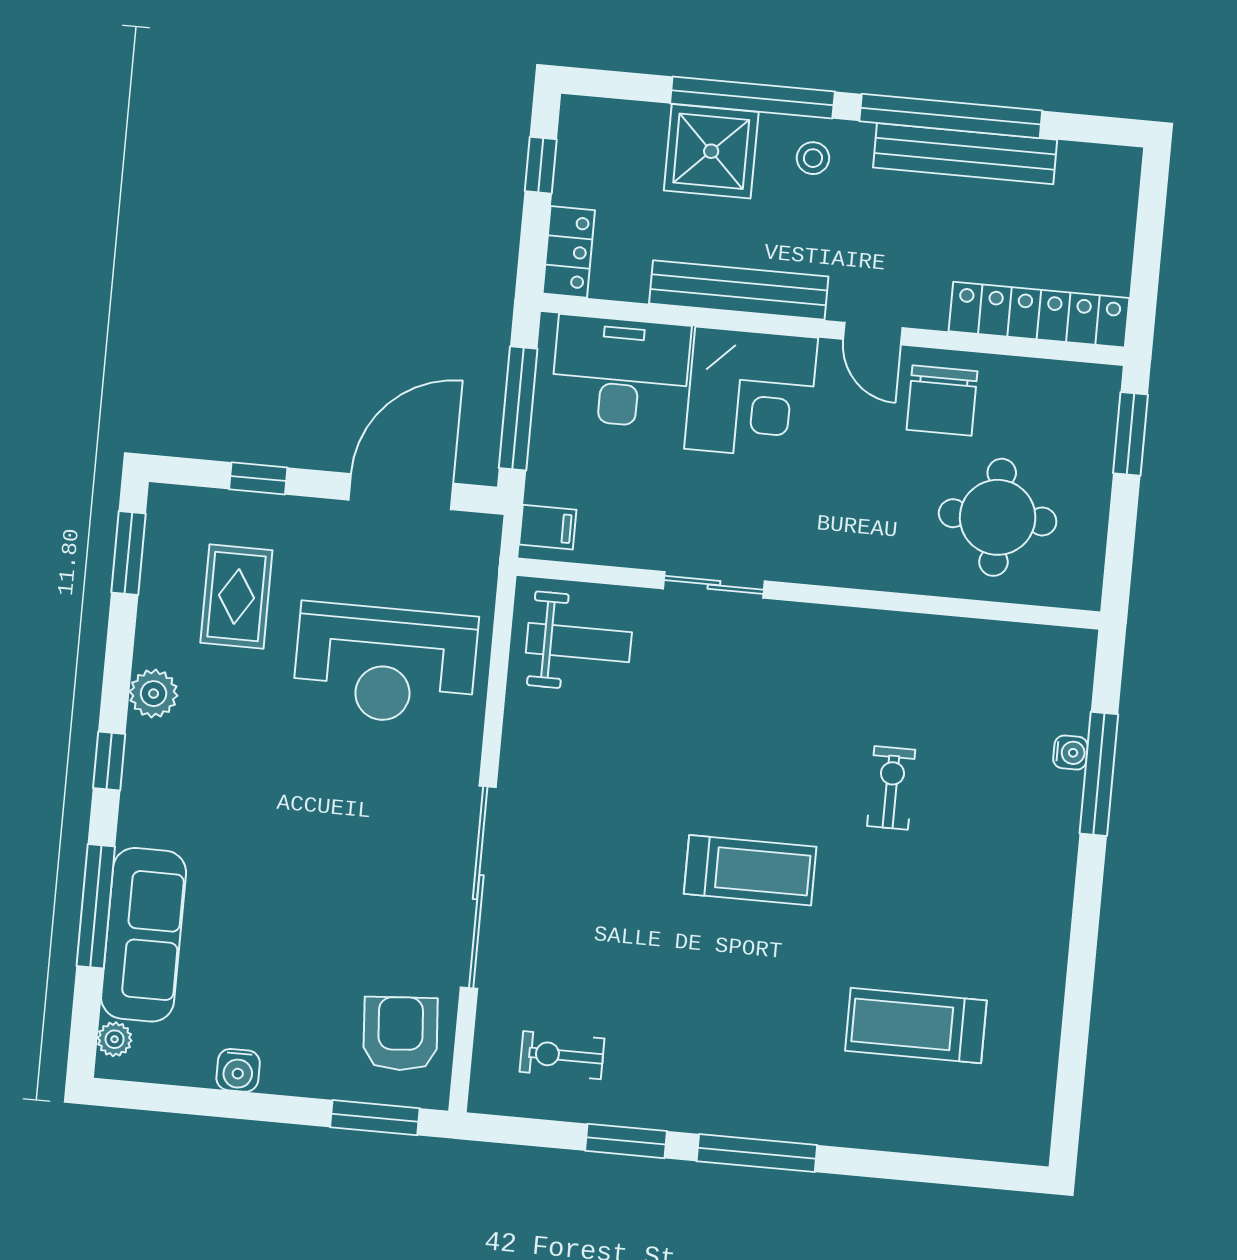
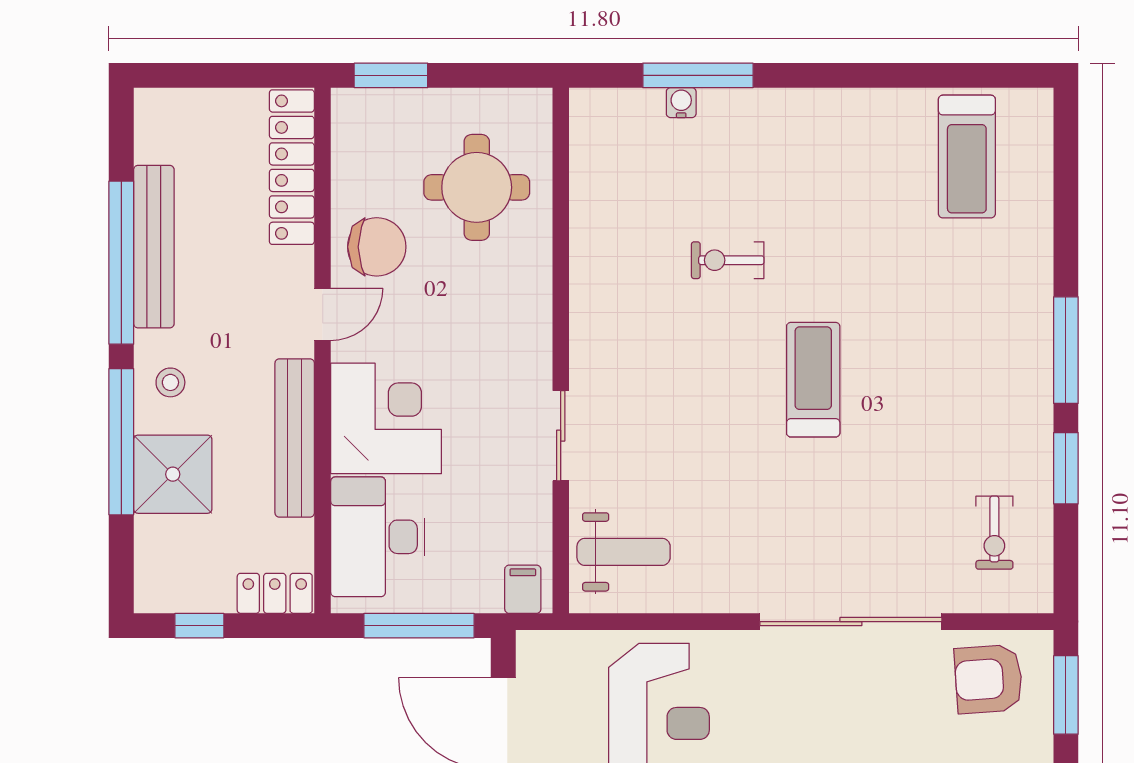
weight bench: (579, 643) -> (624, 552), turned 90
treadmill: (916, 1026) -> (967, 157), moved

